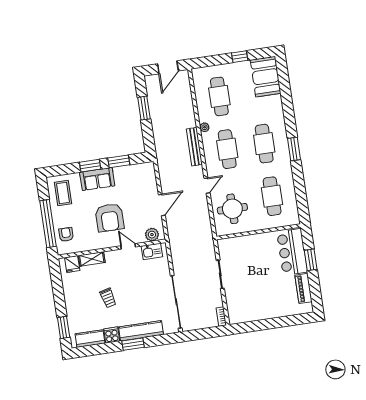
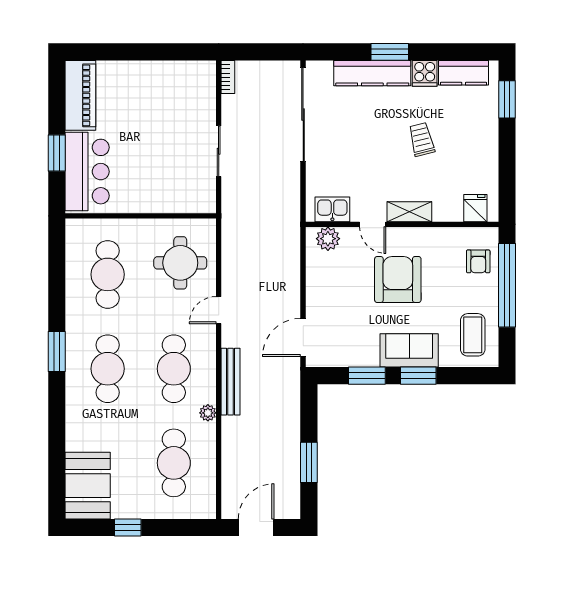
door: (162, 205) -> (303, 337), moved
shelving: (92, 259) -> (409, 212), moved
piano: (303, 288) -> (80, 95), width x1.37, depth x1.33

